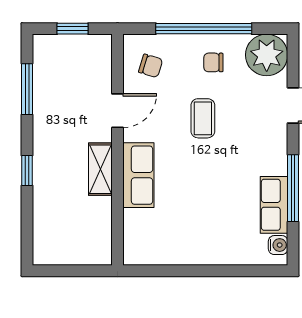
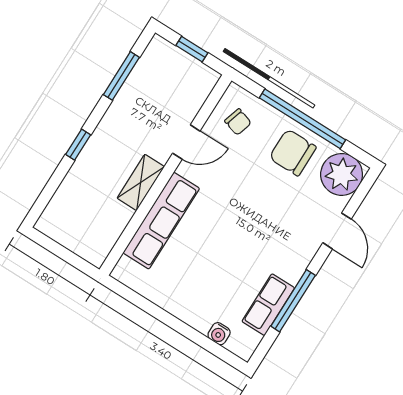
chair: (213, 62) -> (293, 152), width x1.87, depth x1.87
coffee table: (203, 118) -> (254, 194), removed
row of seats: (138, 175) -> (161, 221), width x1.48
water cooler: (278, 245) -> (219, 334), moved, turned 90

